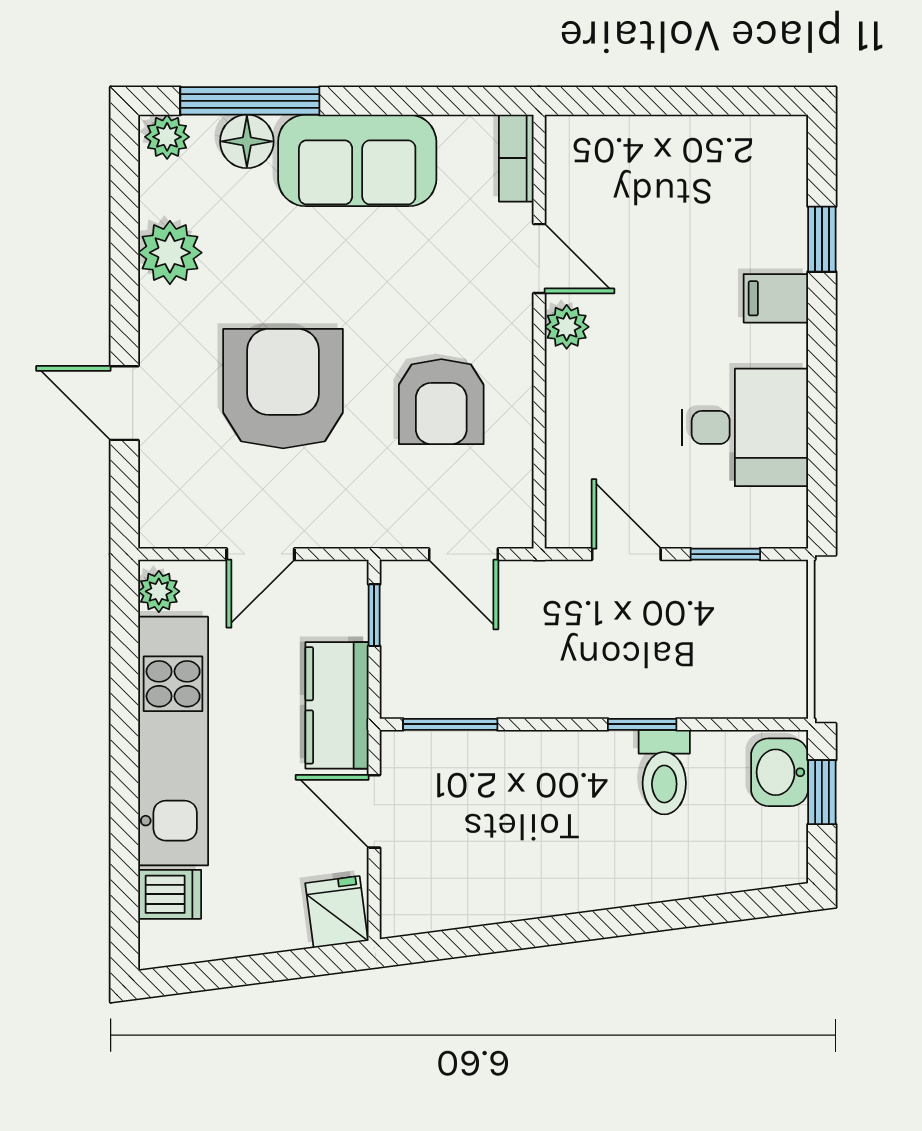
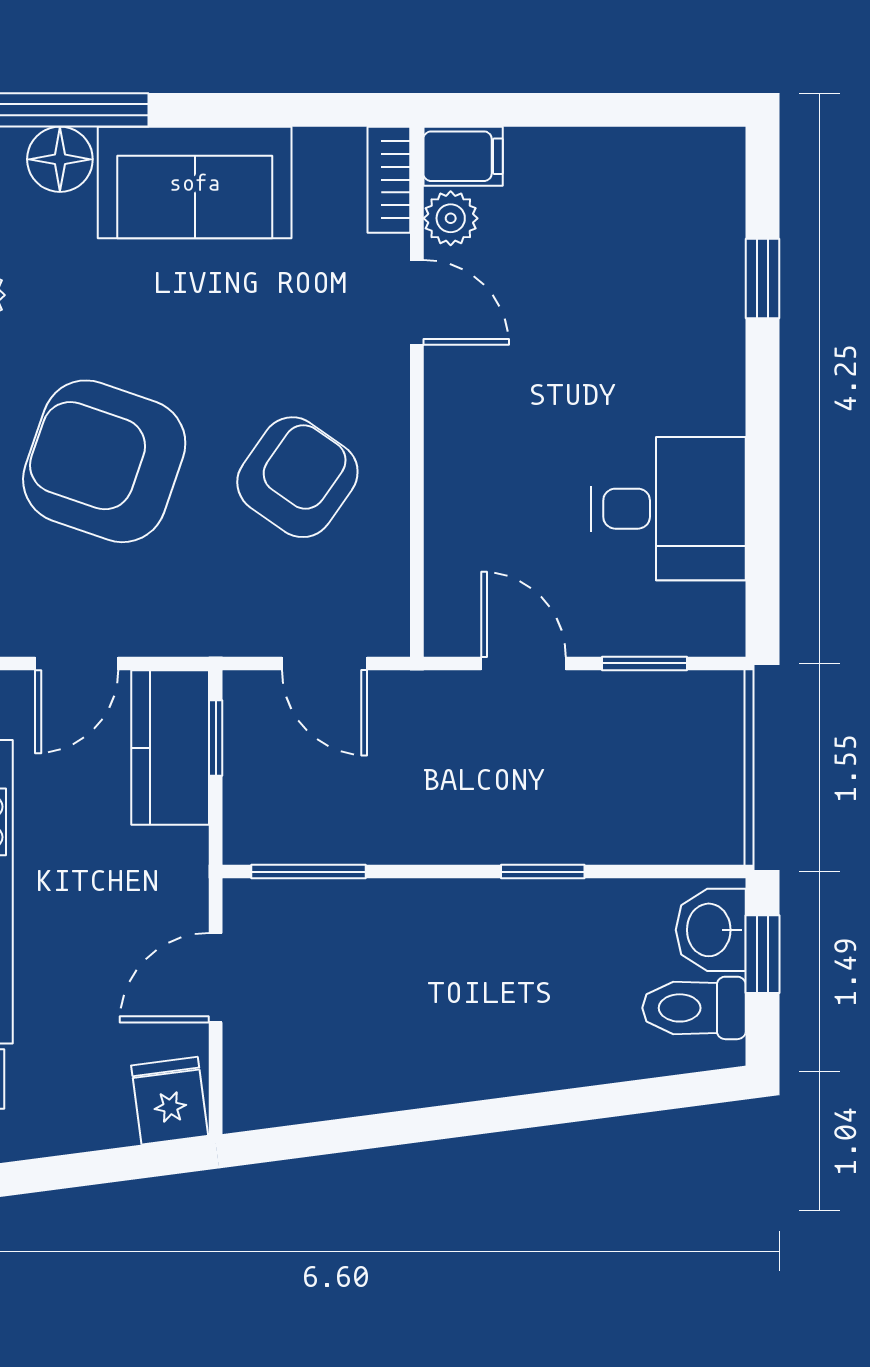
filing cabinet: (776, 298) -> (463, 156), moved, turned 180
plant: (567, 327) -> (451, 218), moved
armchair: (283, 389) -> (104, 461), turned -71
armchair: (441, 402) -> (297, 477), turned -145
kitchen counter: (337, 705) -> (170, 748), moved
toilet: (664, 772) -> (694, 1008), moved, turned 90
door: (374, 811) -> (216, 978), hinge flipped

